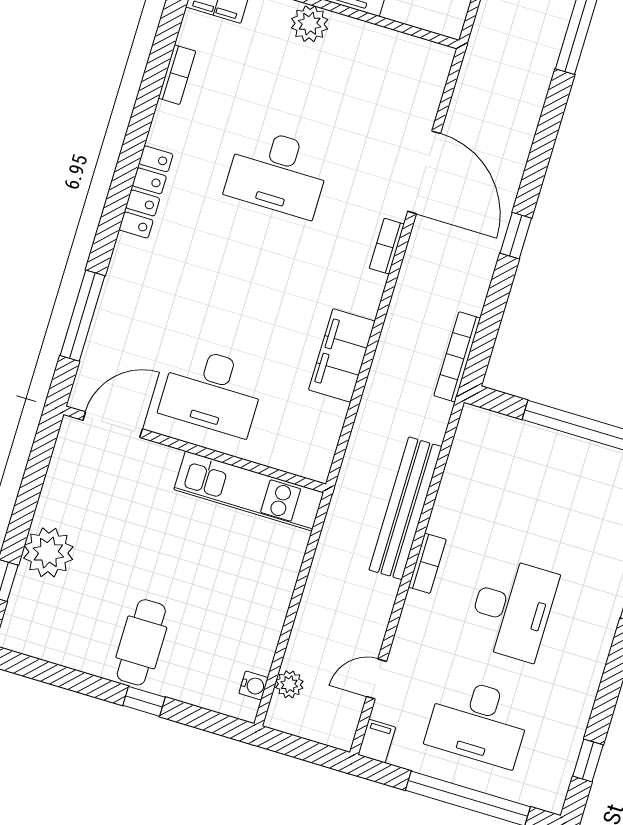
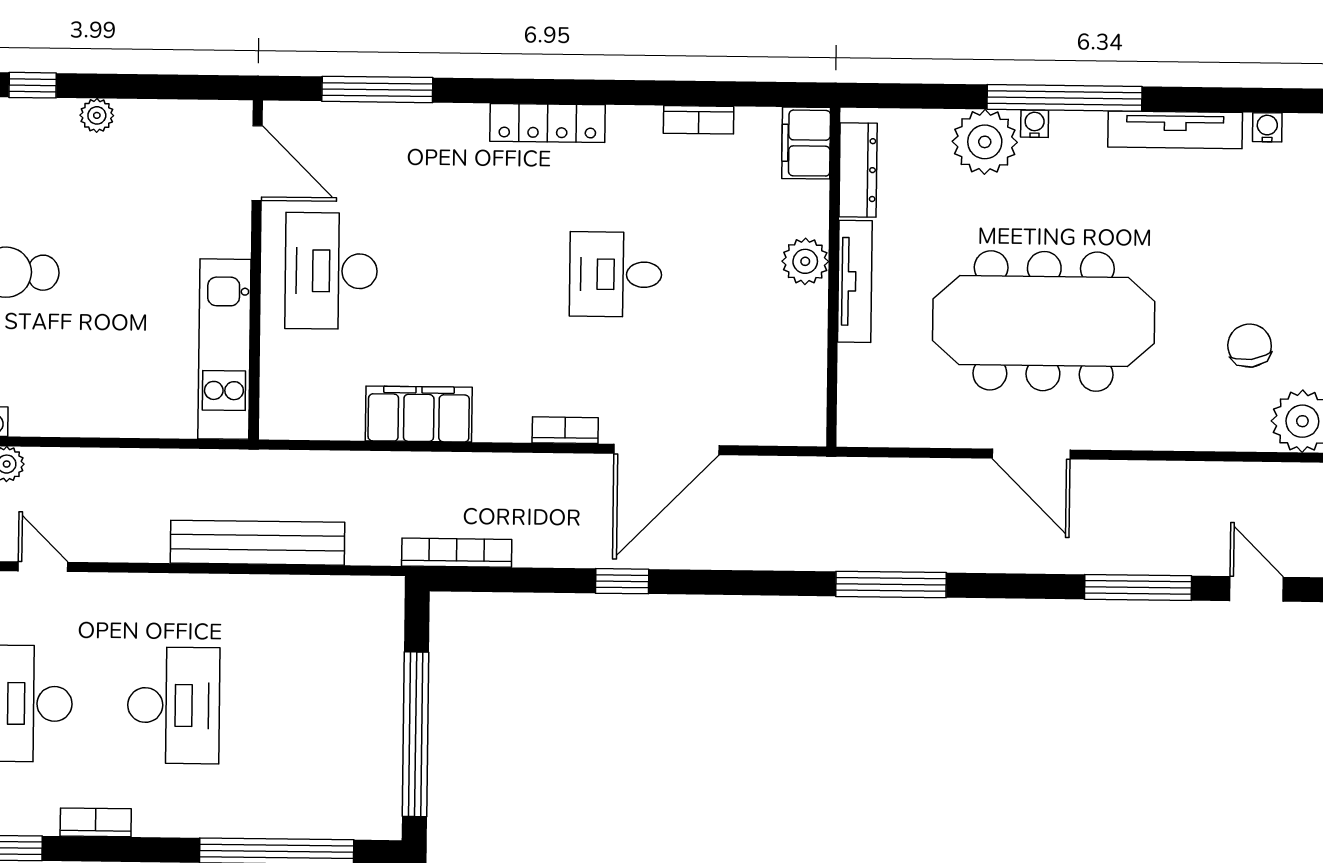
desk: (278, 173) -> (616, 274), width x0.73
plant: (48, 552) -> (97, 115), width x0.53, depth x0.53
bookcase: (427, 563) -> (96, 822), moved, turned 180
desk: (512, 609) -> (174, 705), turned -90

